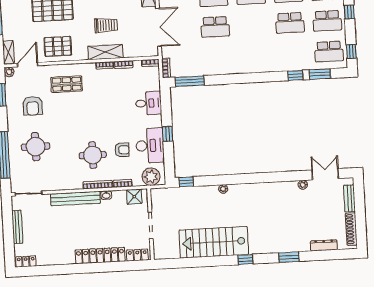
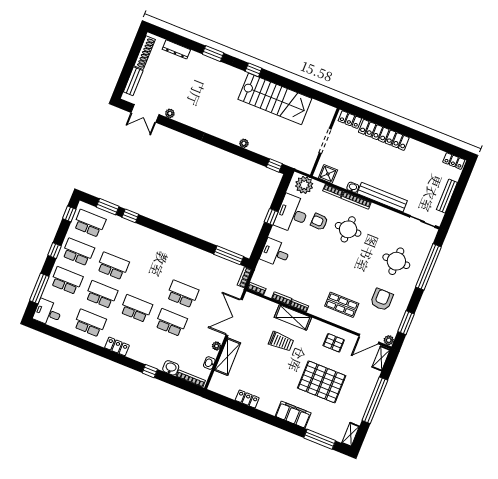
trolley: (106, 25) -> (281, 342), turned 180
pallet: (58, 46) -> (334, 343), width x0.67, depth x0.71

